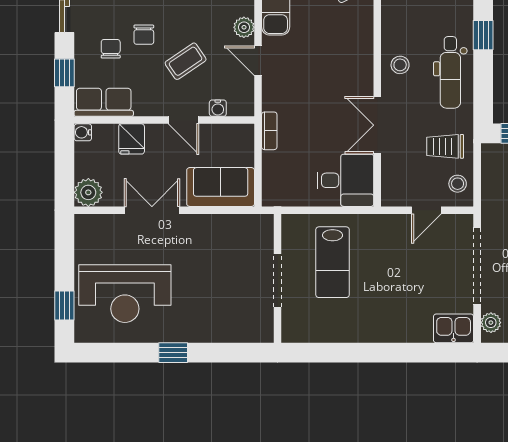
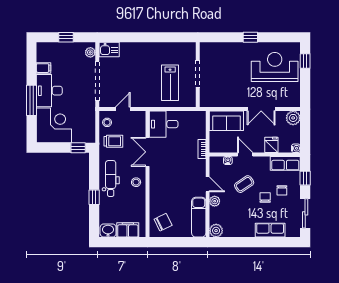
double door: (377, 125) -> (147, 152), swing flipped
lab bench: (333, 262) -> (170, 83), turned 180

